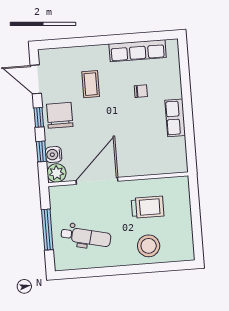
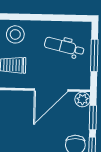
window: (41, 151) -> (93, 118), width x1.50
water cooler: (54, 155) -> (83, 114), removed

